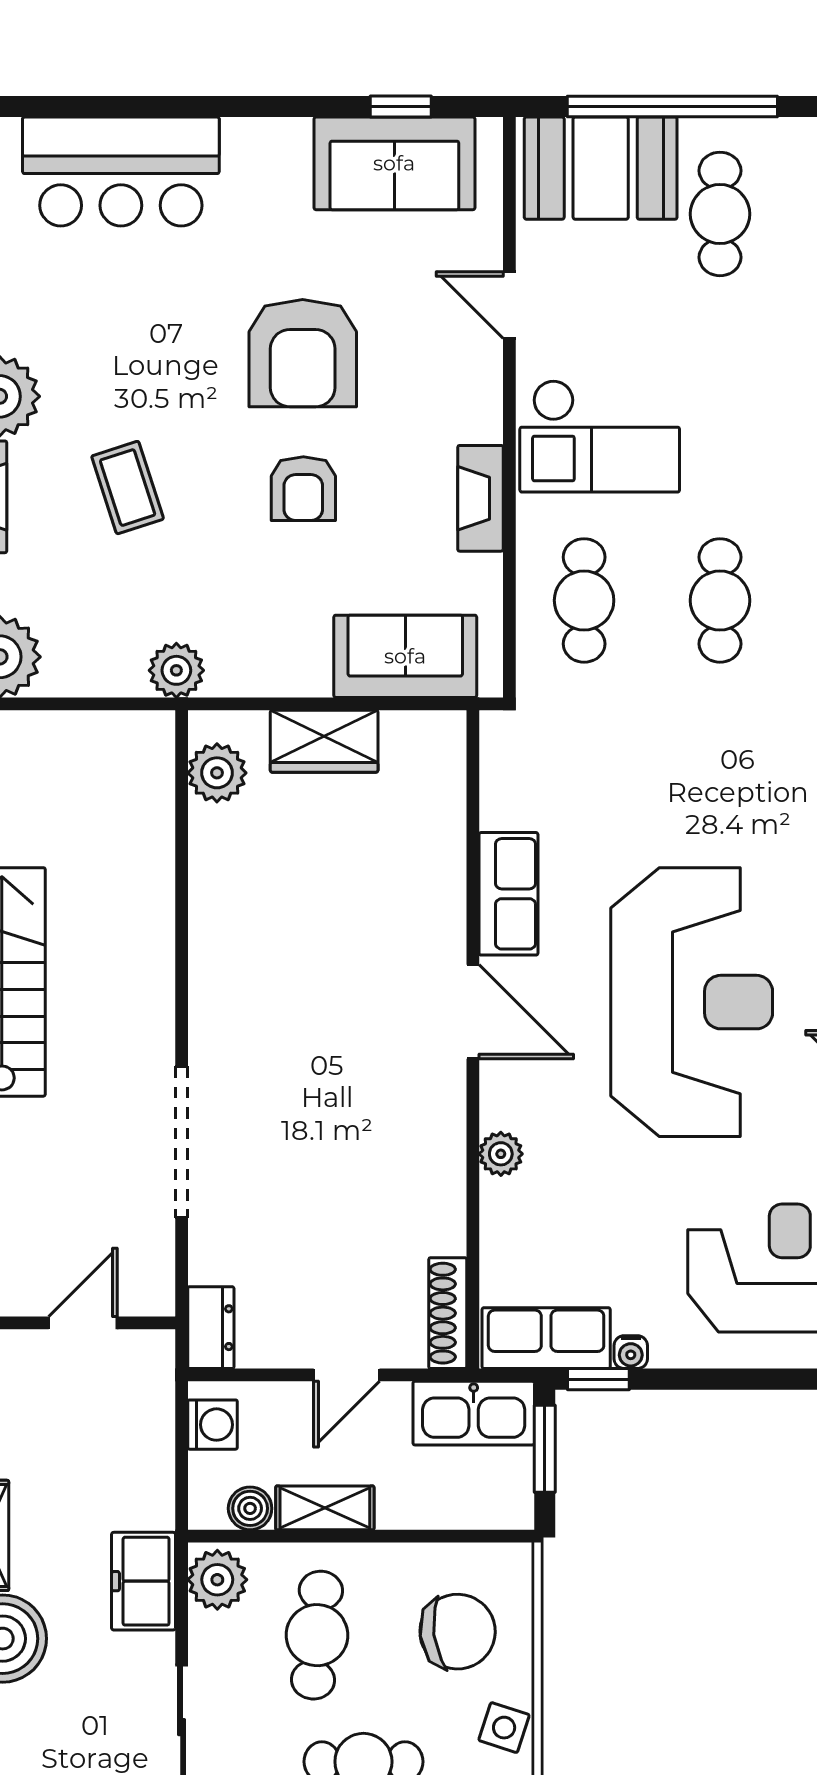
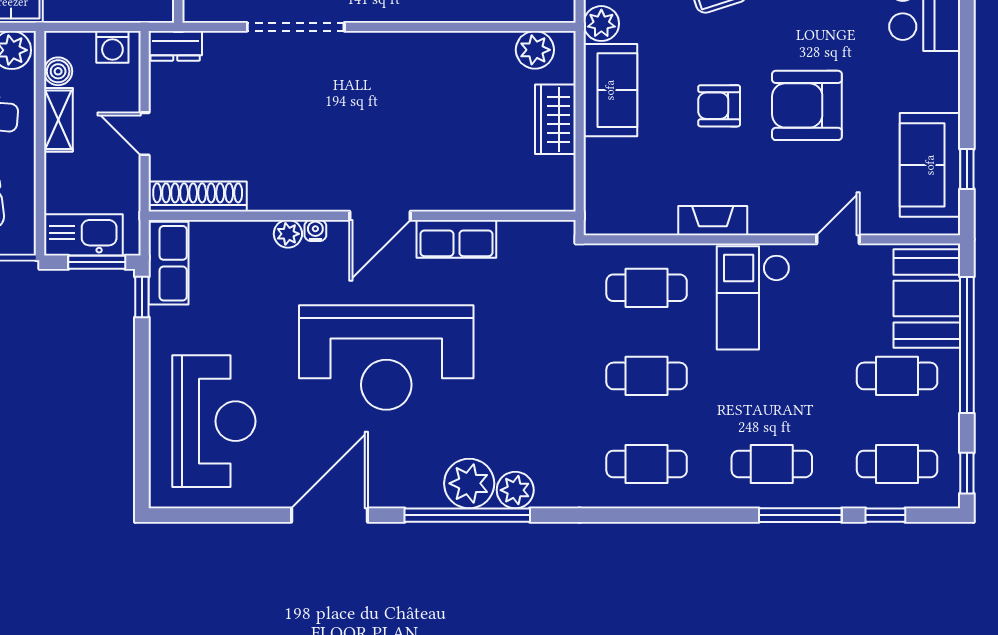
sofa: (405, 656) -> (610, 90), moved
shoe rack: (448, 1313) -> (198, 197), width x1.36, depth x1.24
water cooler: (631, 1352) -> (315, 230), moved, turned 90
kitchen sink: (474, 1413) -> (83, 235), moved, turned 90

